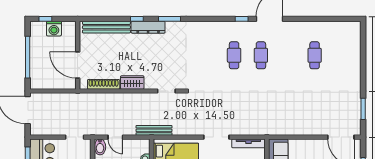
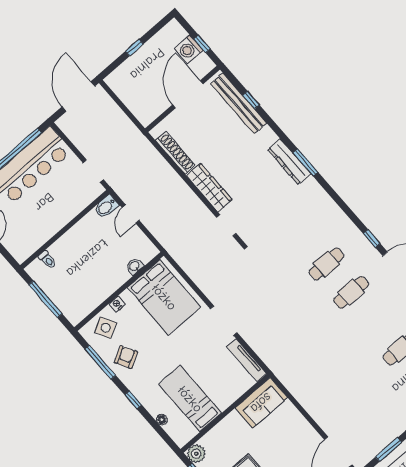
window: (45, 19) -> (202, 44), moved
window: (137, 19) -> (251, 100), moved
dresser: (148, 27) -> (289, 162), moved
window: (28, 57) -> (134, 48), width x0.32
door: (78, 65) -> (188, 94), moved
wardrobe: (132, 82) -> (209, 188), width x1.50
bench: (154, 130) -> (173, 249), removed

